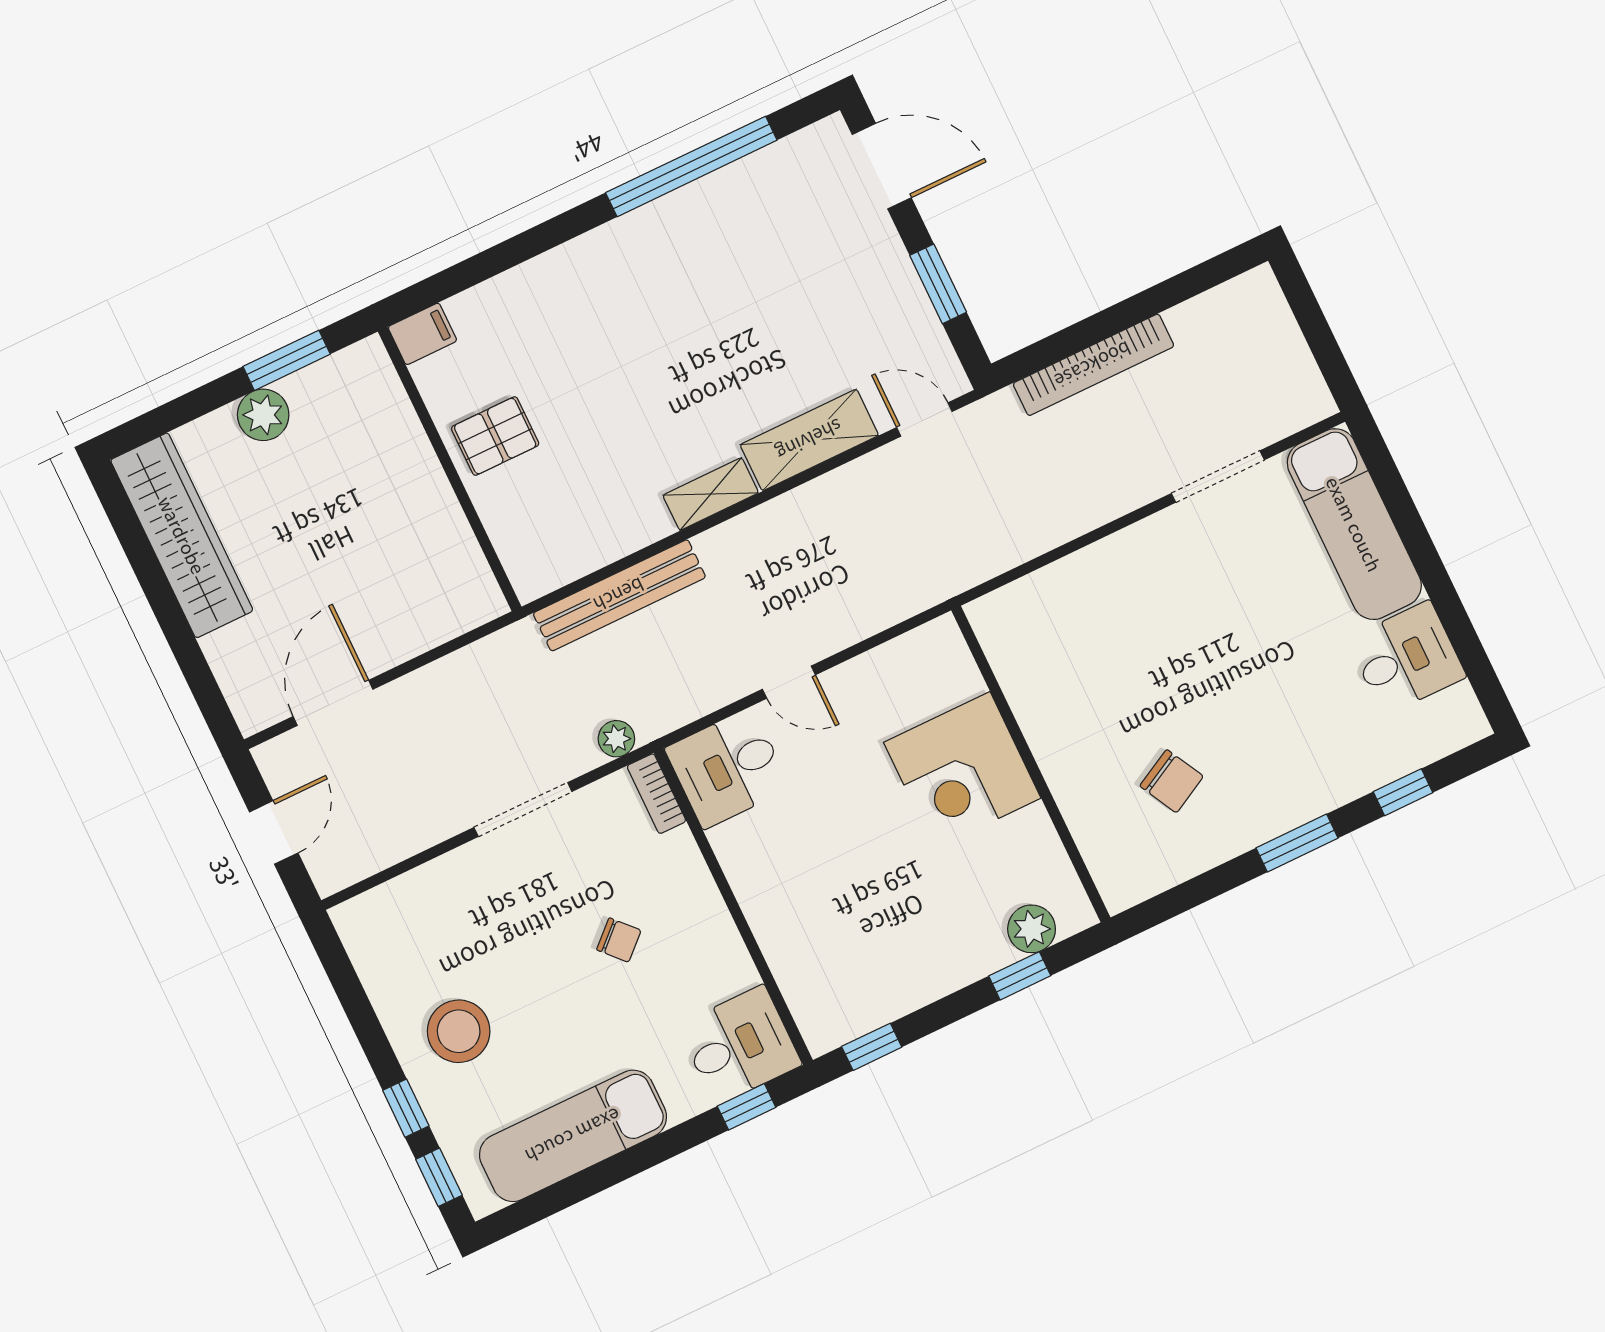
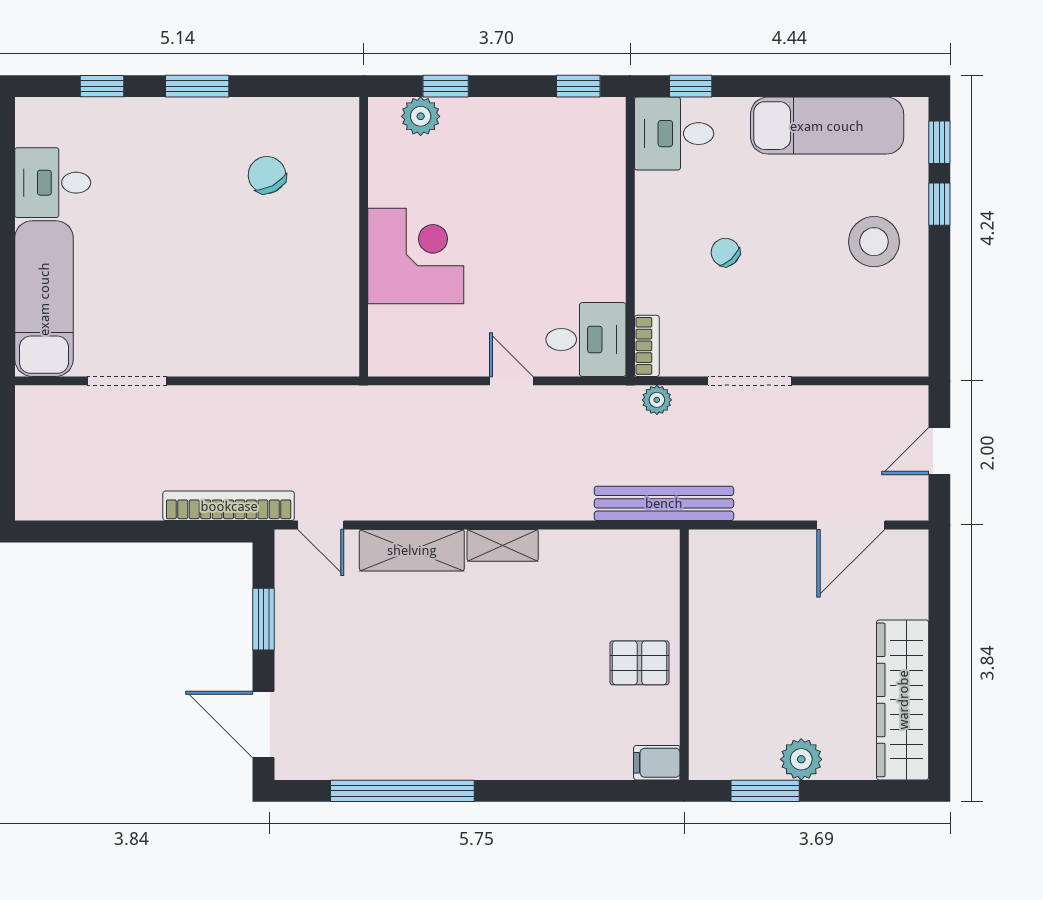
bookcase: (1093, 365) -> (229, 506), moved
bench: (619, 595) -> (664, 503), moved

